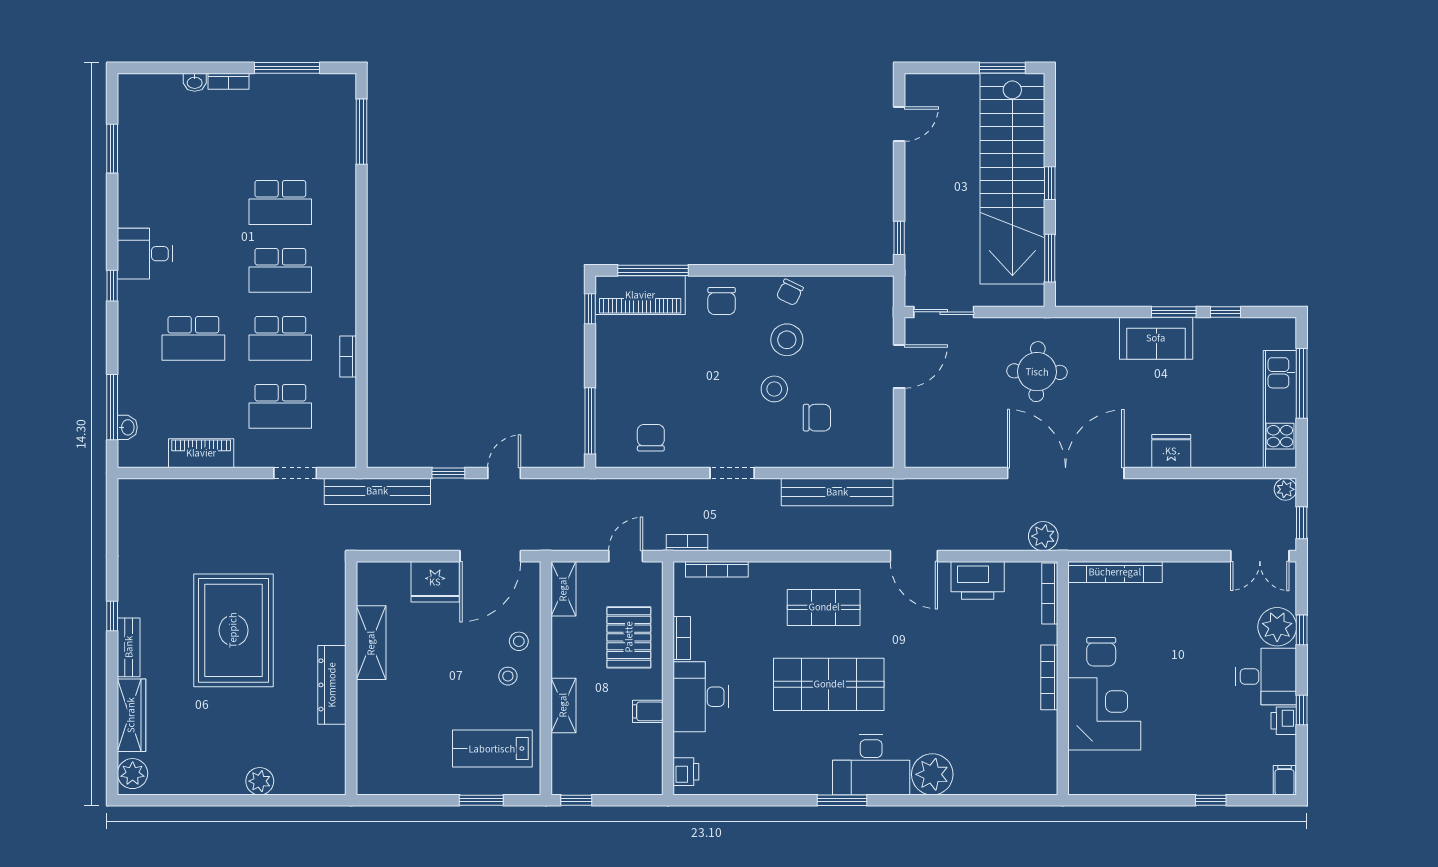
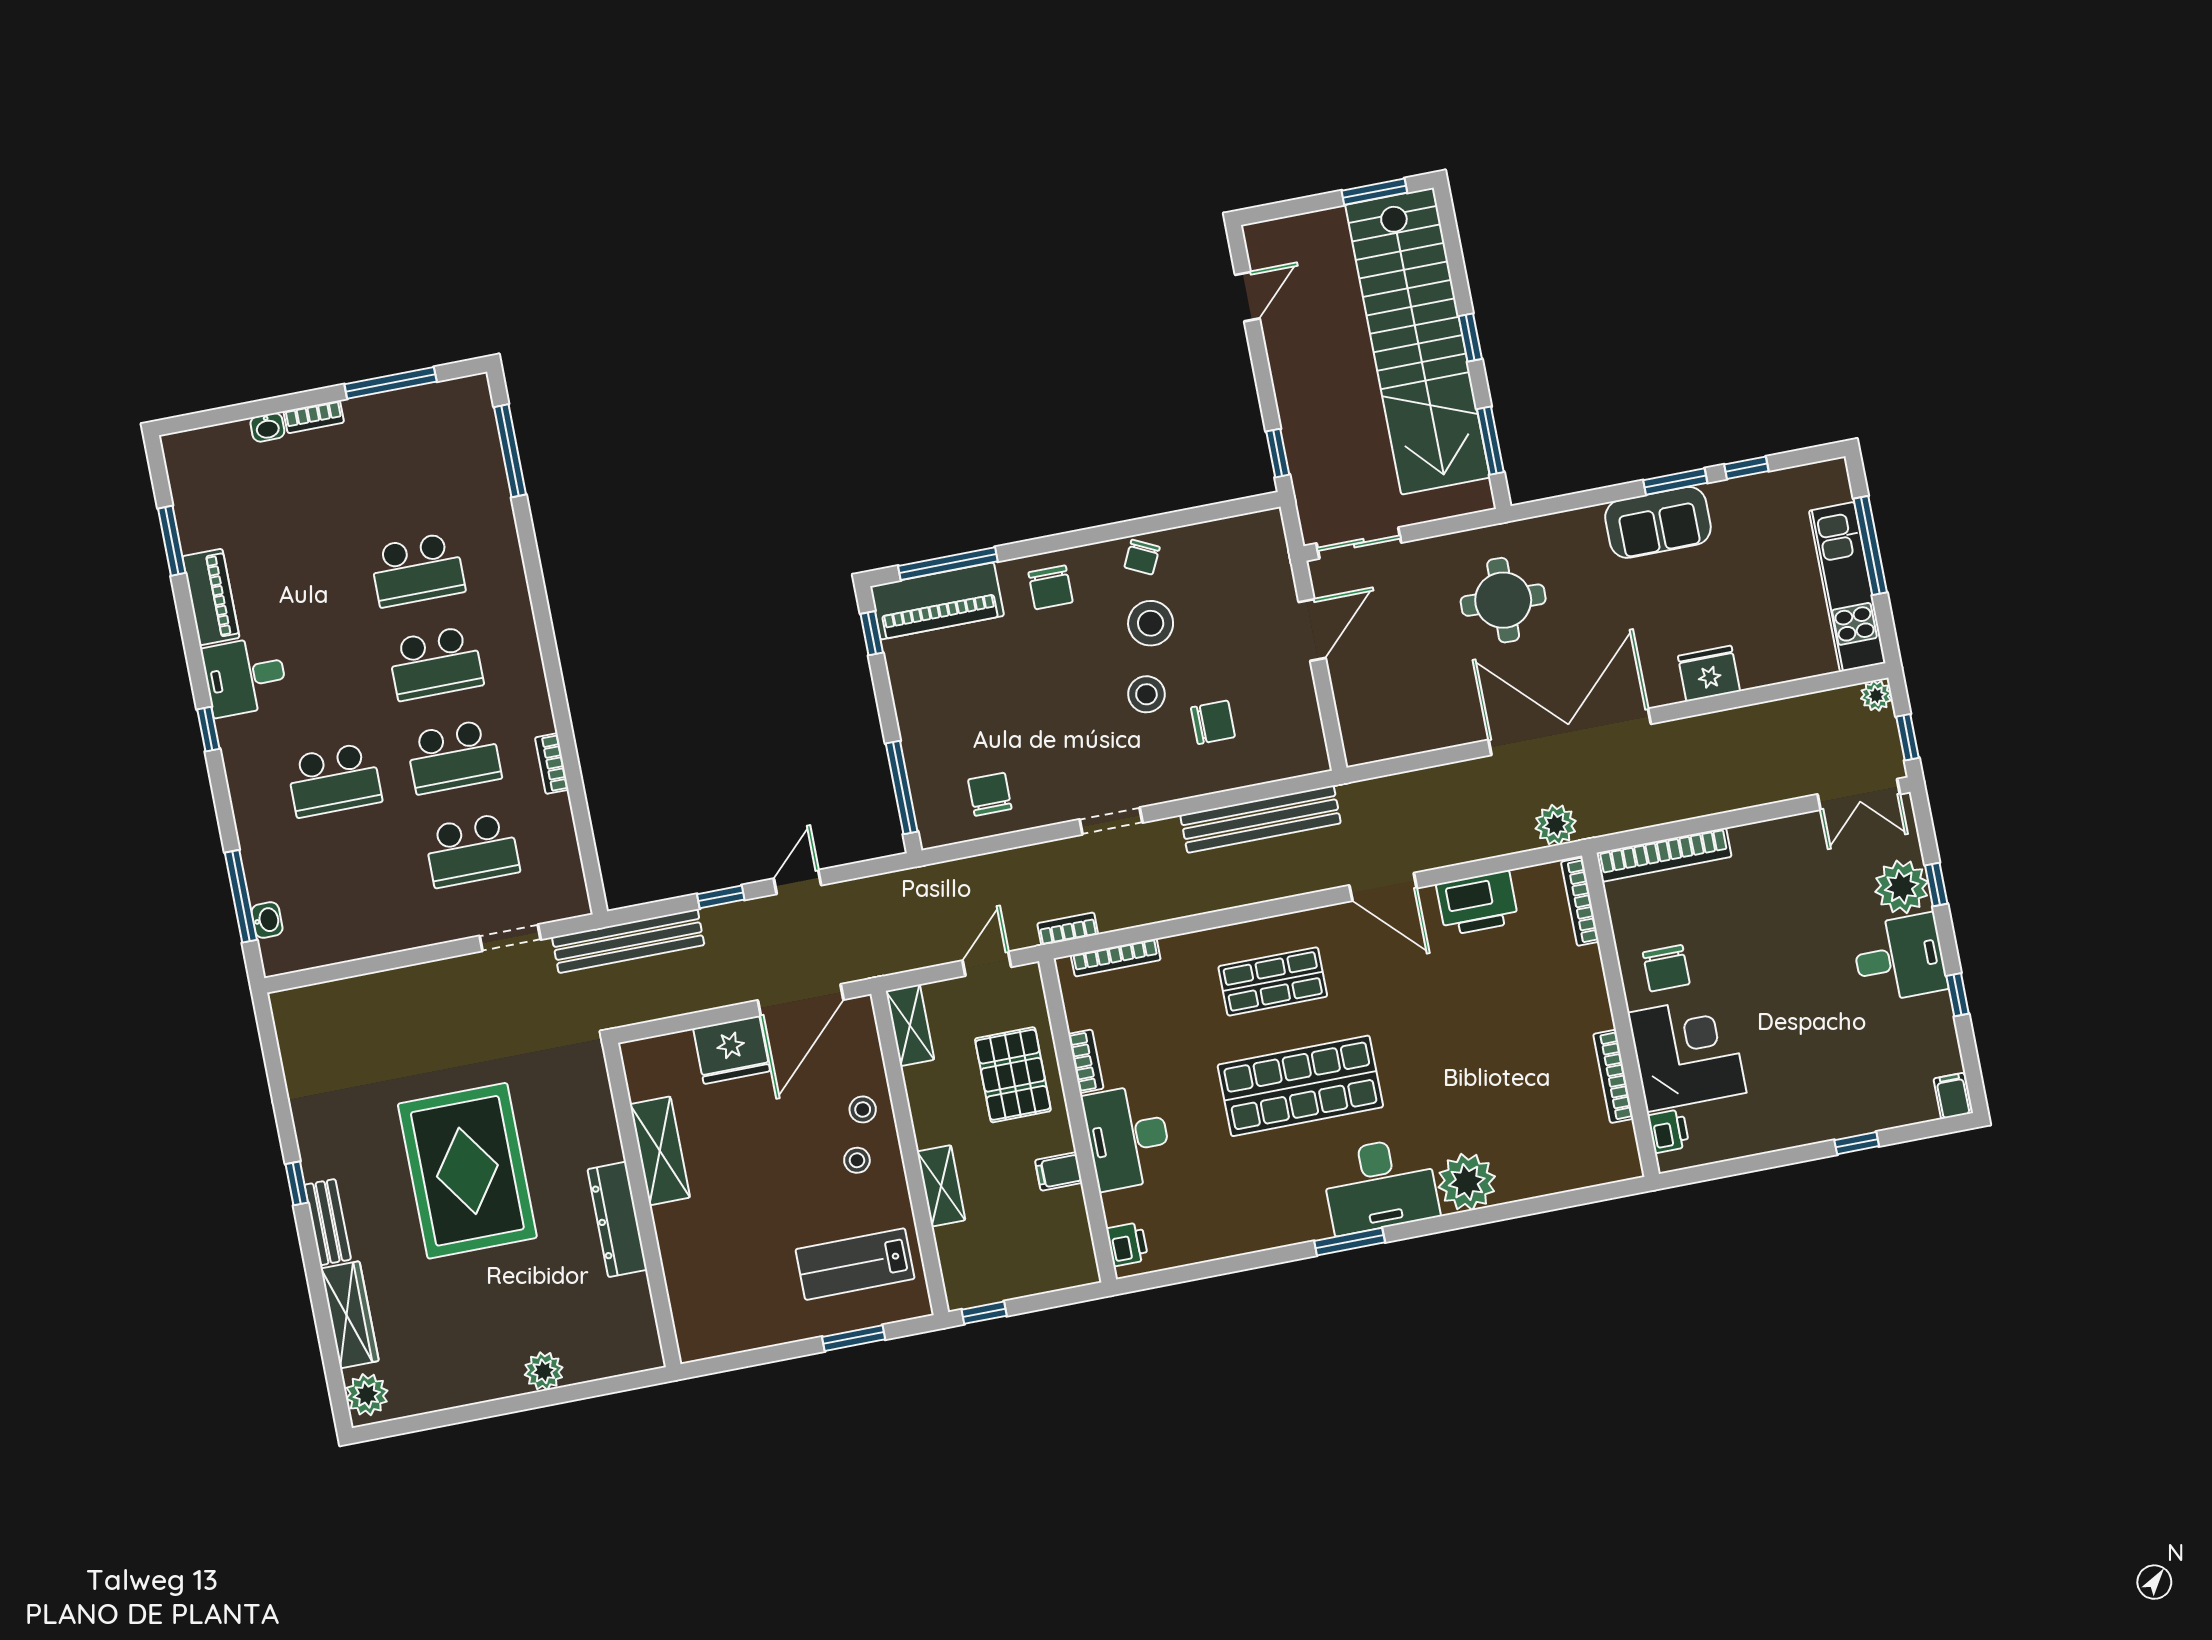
piano: (201, 453) -> (211, 597), moved, turned 90
bookcase: (1049, 677) -> (1613, 1076), moved
printer: (1284, 721) -> (1669, 1131), moved, turned 180

